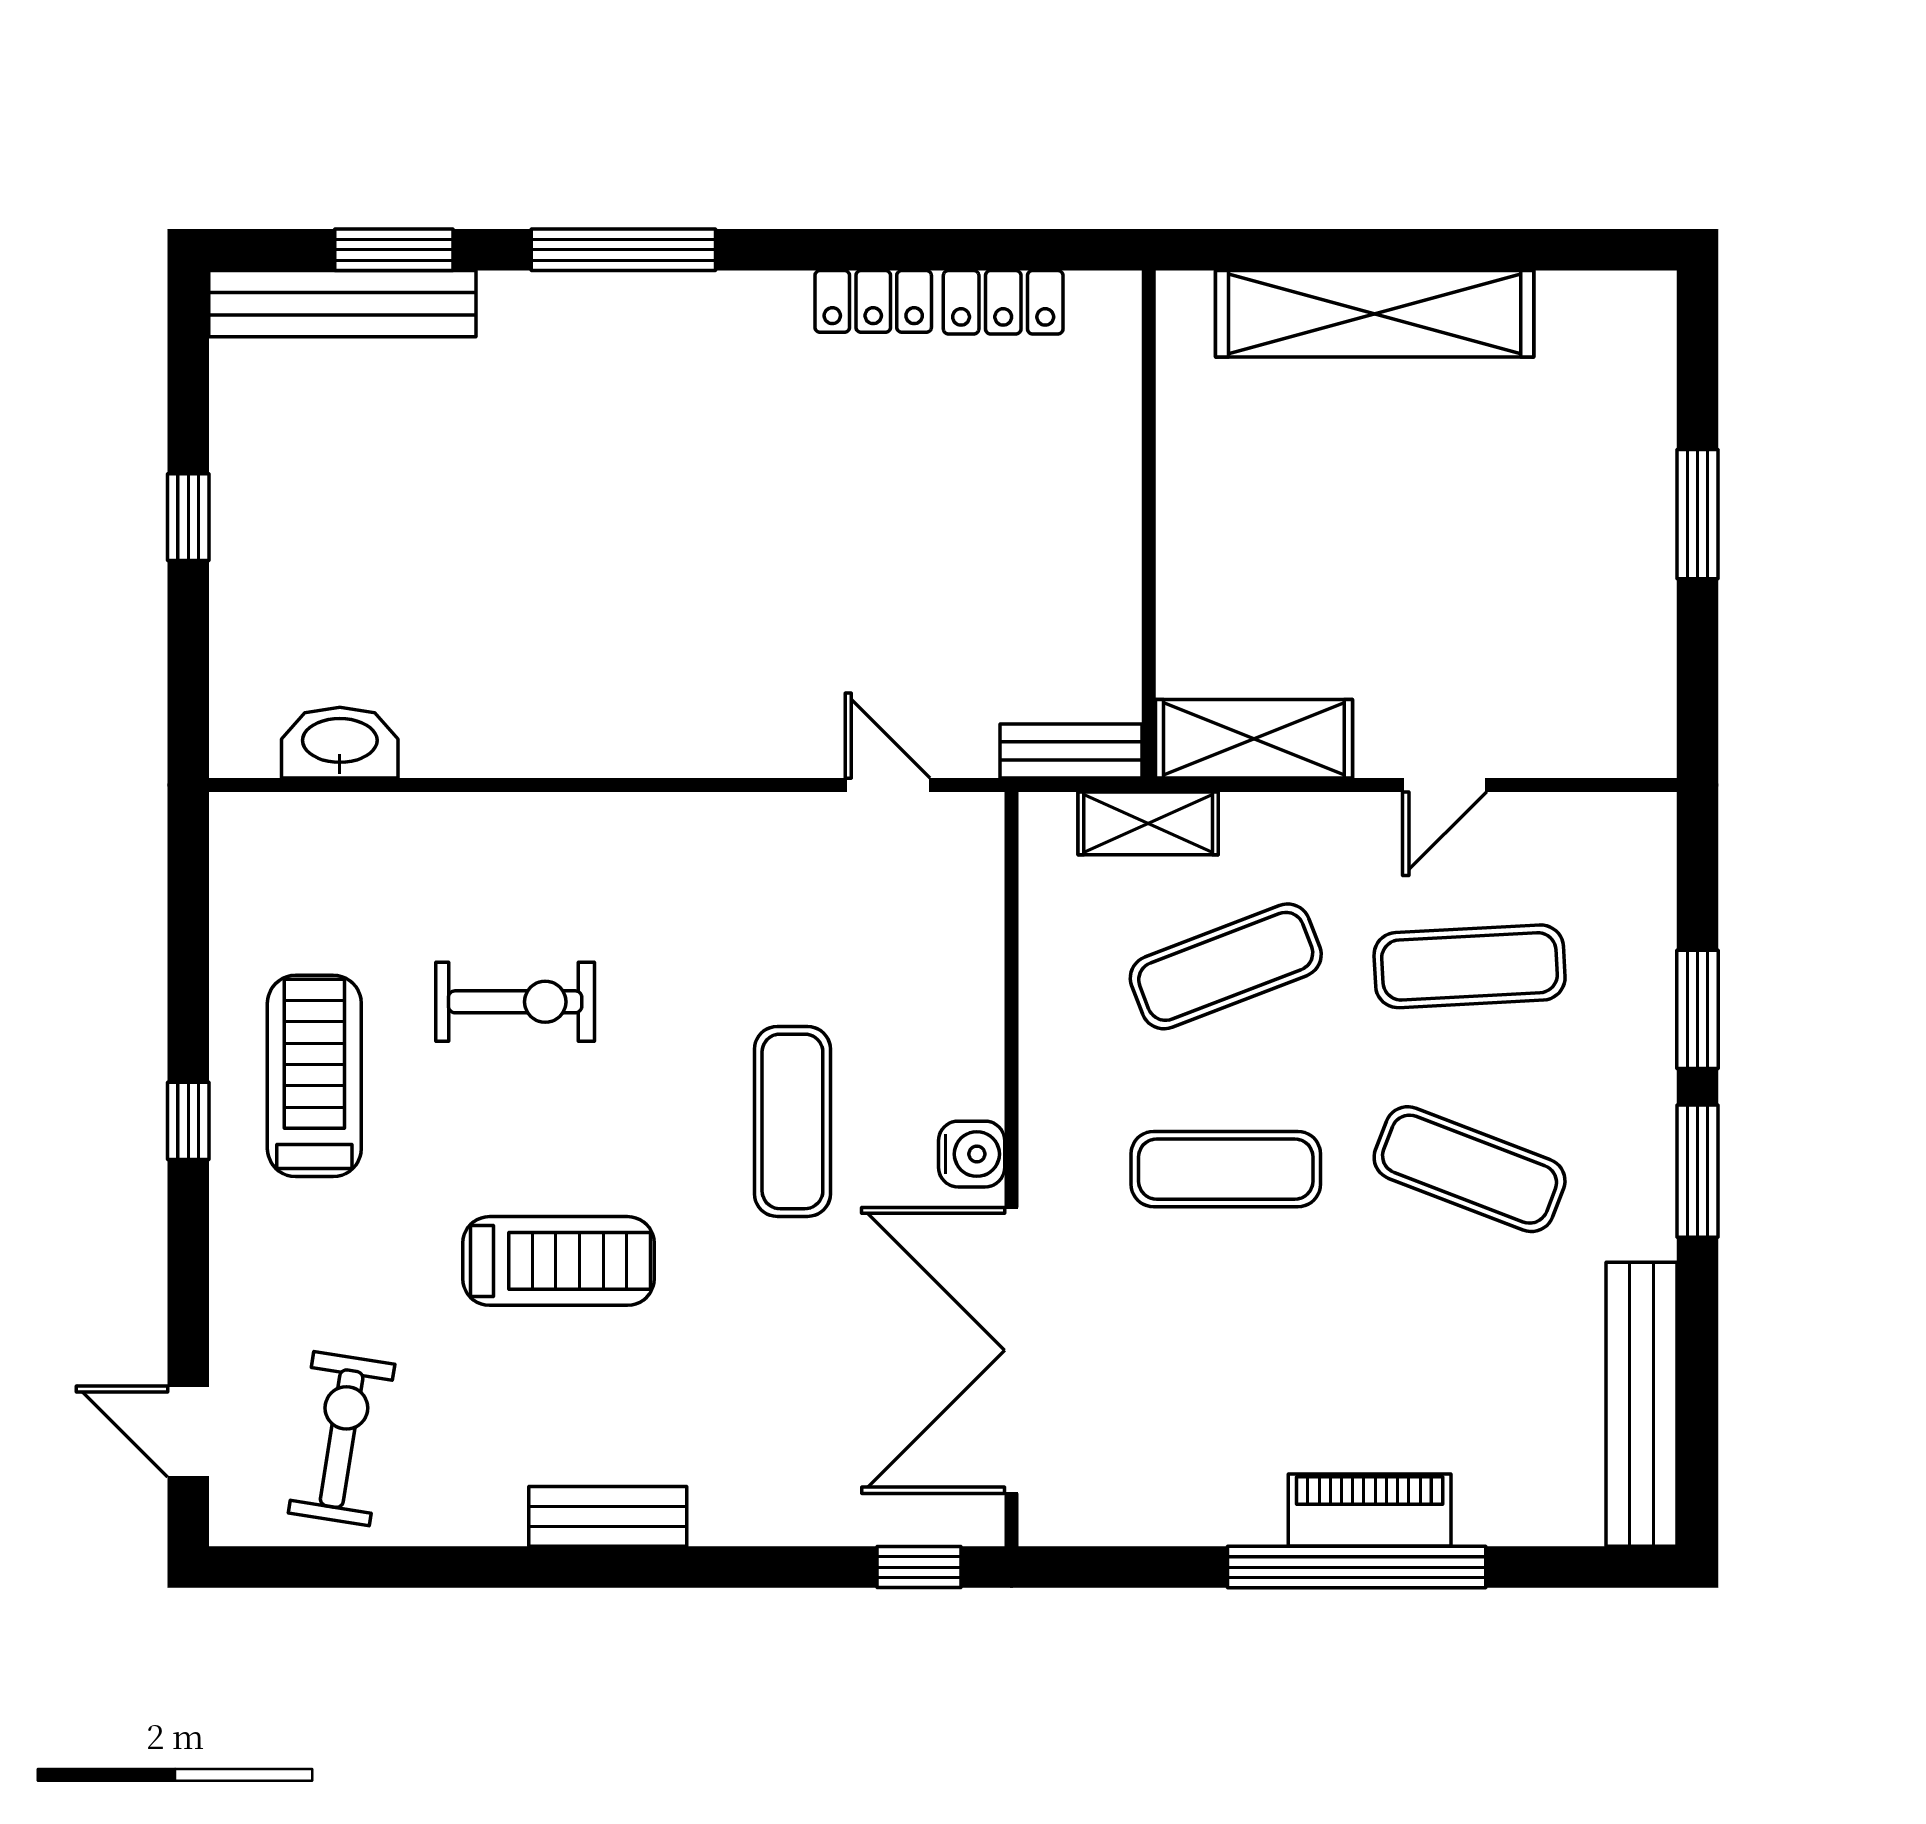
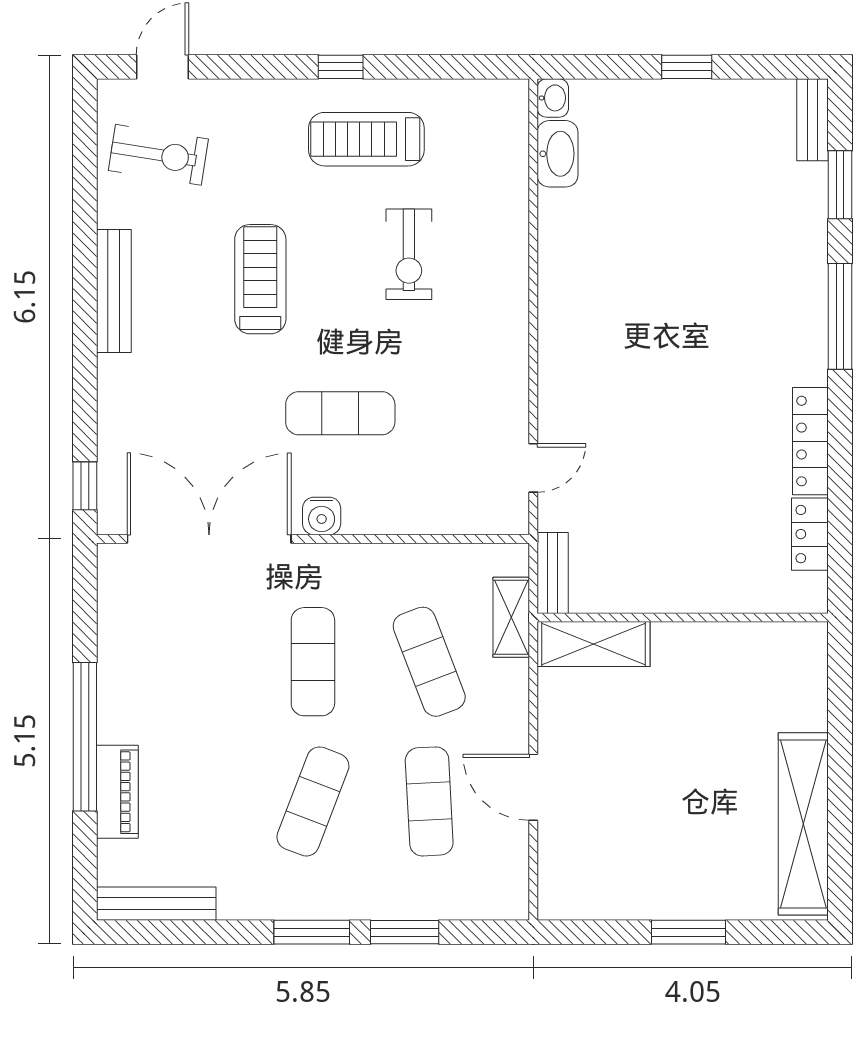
locker: (873, 301) -> (810, 441), width x1.53
bench: (342, 304) -> (813, 120), width x0.54, depth x0.82
shelving: (1375, 314) -> (803, 824), moved
shelving: (1254, 739) -> (594, 644), moved, turned 90
washbasin: (243, 751) -> (553, 98), added
door: (1445, 785) -> (533, 787), width x1.37
treadmill: (314, 1076) -> (366, 139), turned 180
treadmill: (559, 1261) -> (260, 279), turned 180
bench: (1642, 1404) -> (156, 904), width x0.73, depth x0.82
piano: (1370, 1510) -> (117, 792), moved
bench: (608, 1516) -> (114, 291), width x1.36

